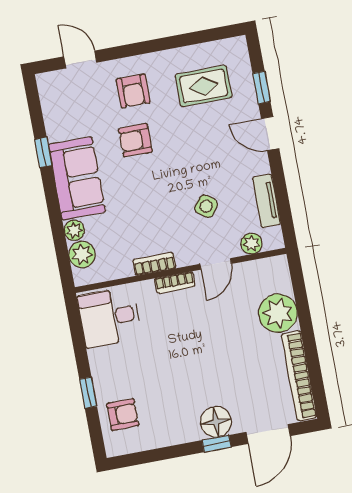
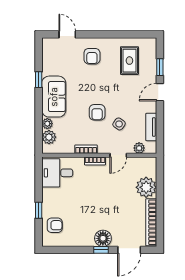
rug: (204, 86) -> (129, 61), turned 90
door: (270, 134) -> (160, 92), hinge flipped
armchair: (135, 140) -> (97, 112), moved, turned -90

